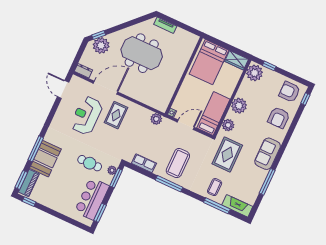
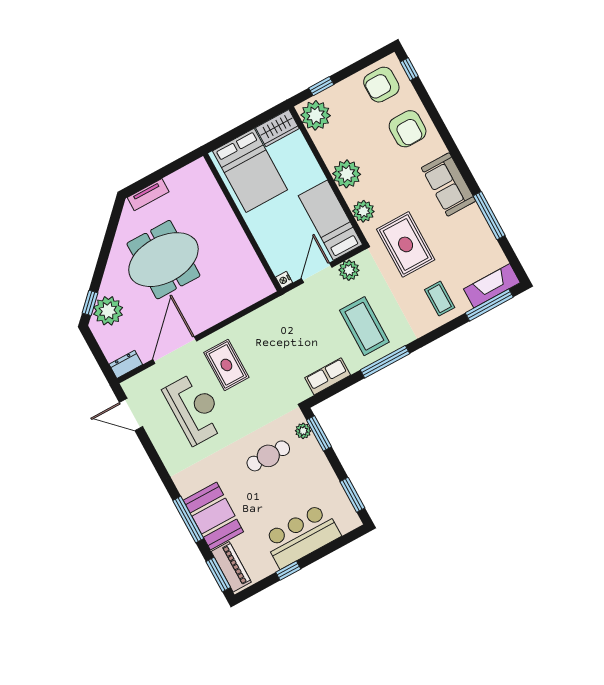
reception desk: (86, 116) -> (195, 409), turned 180
plant: (156, 119) -> (349, 270), moved
bar counter: (92, 199) -> (302, 536), moved, turned 90
window: (29, 202) -> (288, 571), moved
window: (217, 206) -> (489, 305), moved

